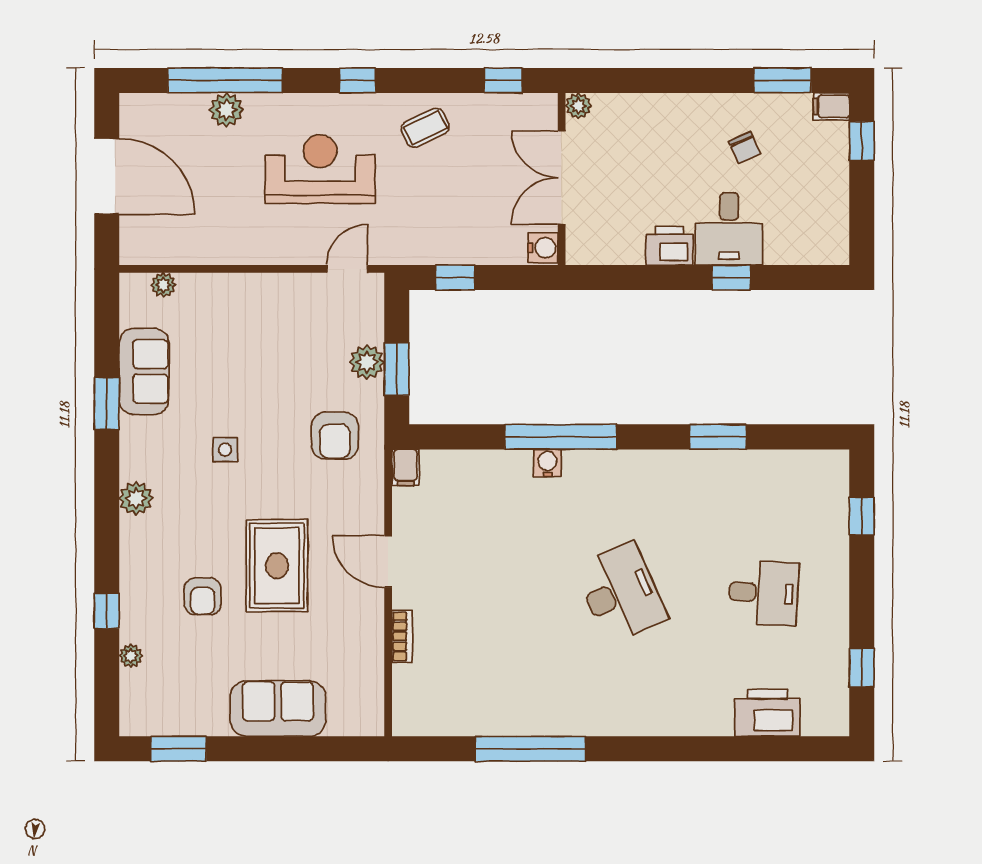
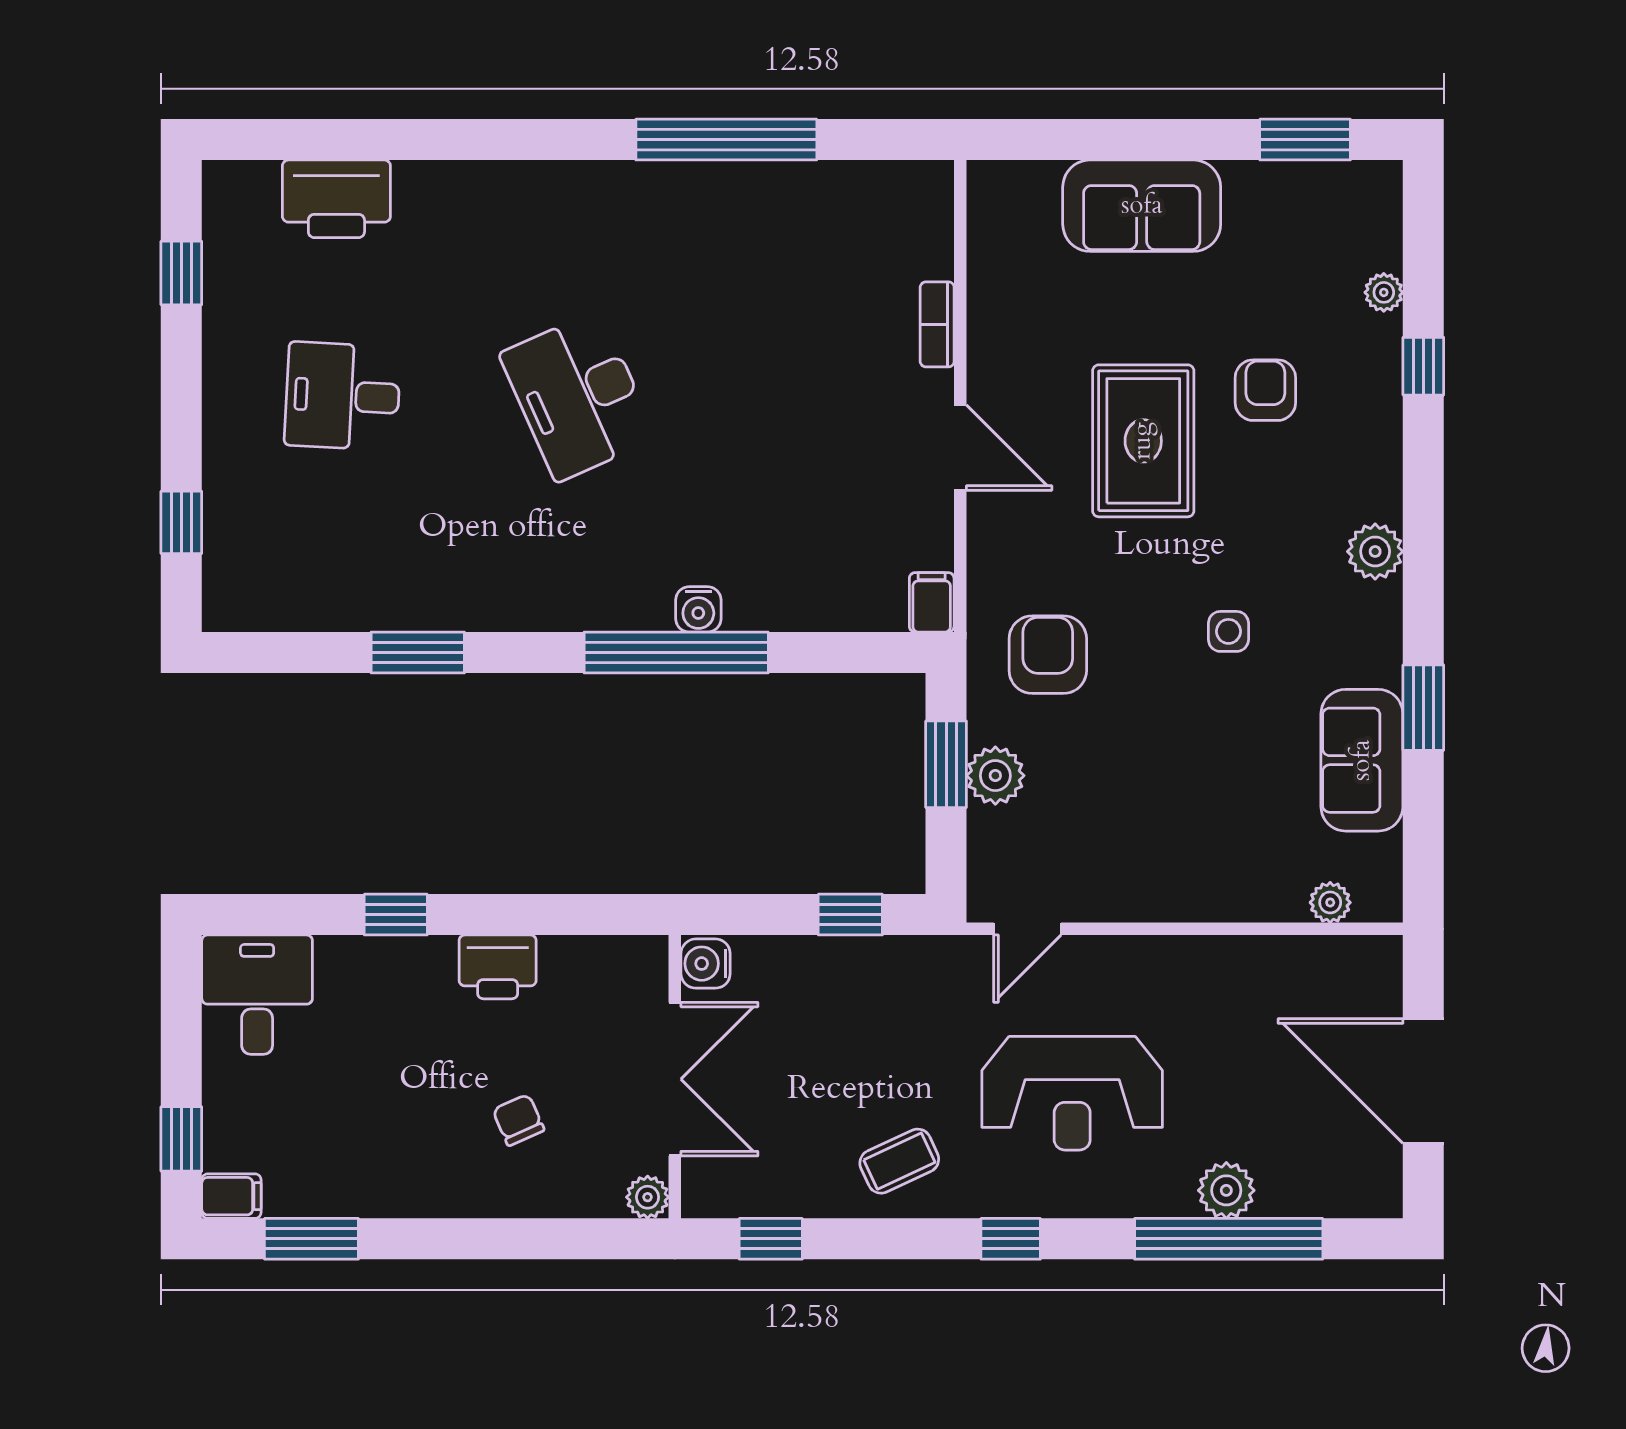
chair: (745, 148) -> (518, 1120), moved
desk: (729, 229) -> (257, 995), moved

